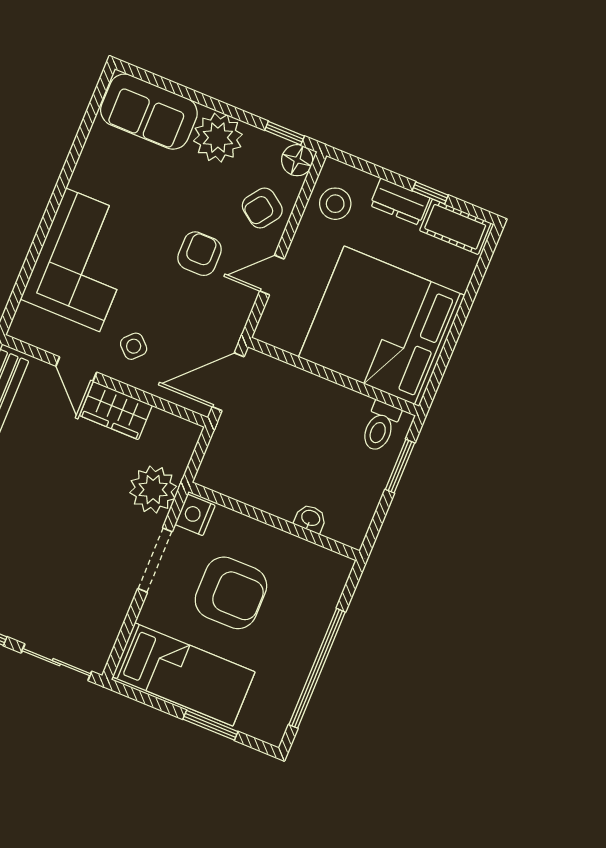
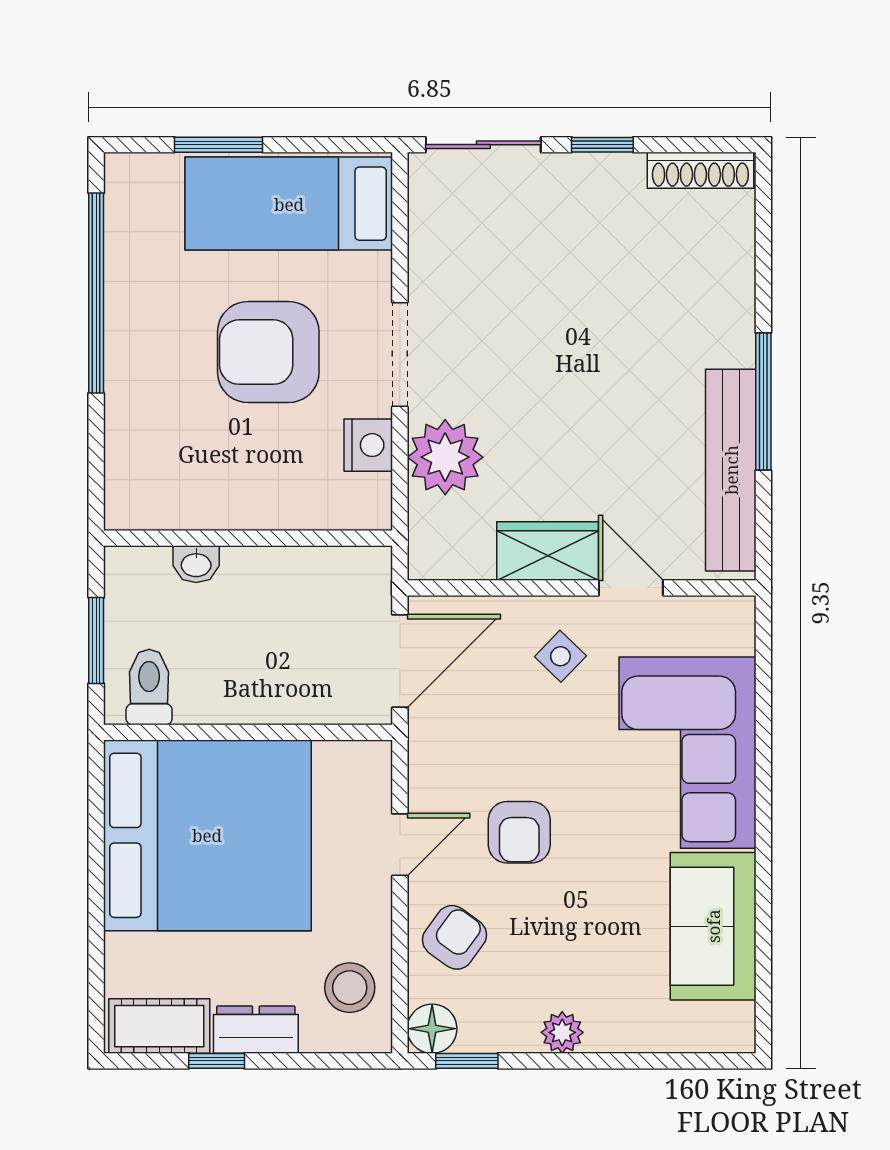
sofa: (149, 112) -> (713, 926), moved, turned -90
plant: (218, 138) -> (562, 1032), width x0.53, depth x0.53
washbasin: (310, 519) -> (196, 564), moved
wall: (274, 521) -> (248, 538), moved

